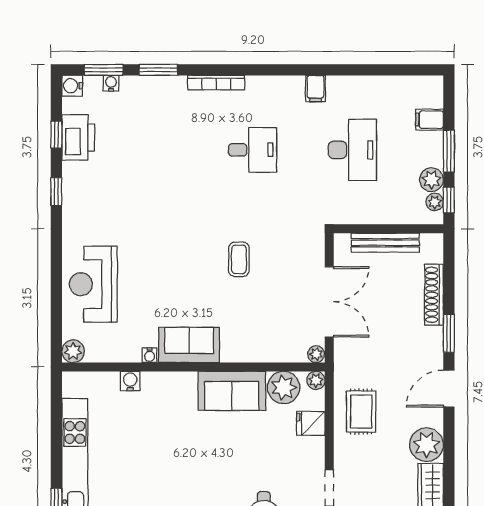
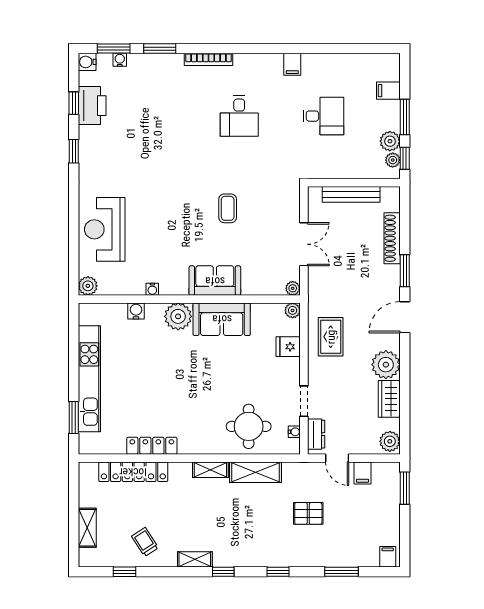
desk: (253, 150) -> (239, 116), turned 90
desk: (352, 150) -> (323, 116), width x0.73
double door: (329, 302) -> (304, 244), width x0.73
sofa: (189, 345) -> (215, 281), moved
plant: (284, 387) -> (178, 316), moved

